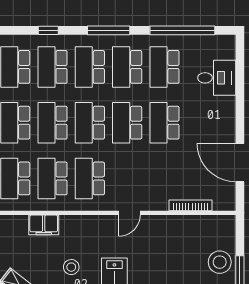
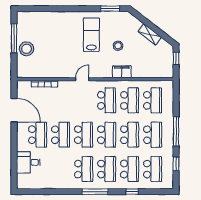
window: (182, 30) -> (50, 192), removed
school desk: (165, 67) -> (38, 135), moved
filing cabinet: (44, 225) -> (122, 72), moved

